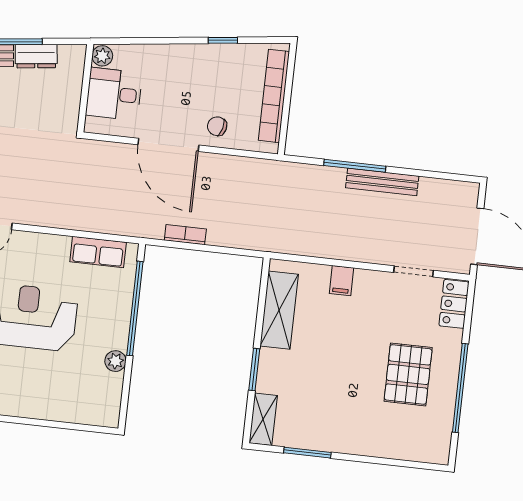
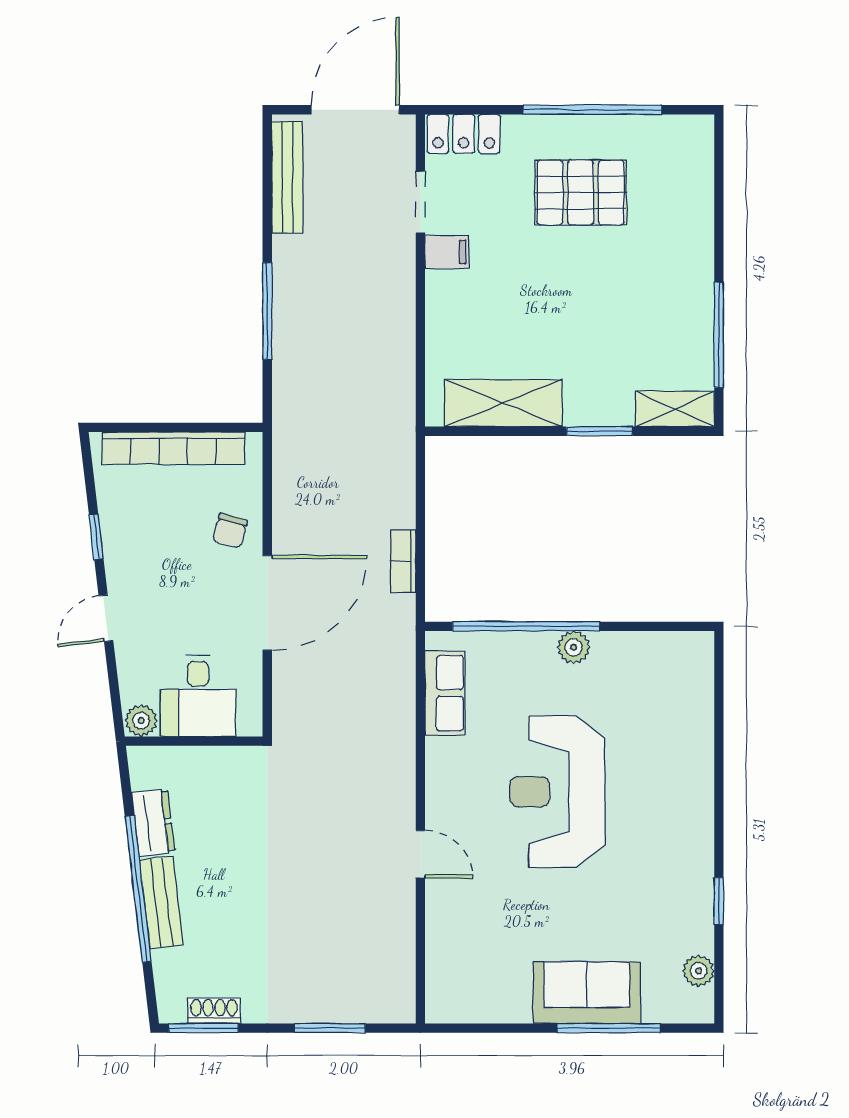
door: (170, 41) -> (106, 618), added
bench: (382, 182) -> (287, 177), moved
filing cabinet: (341, 281) -> (447, 252), moved
plant: (115, 361) -> (574, 647), moved
window: (307, 453) -> (719, 335), width x1.44

